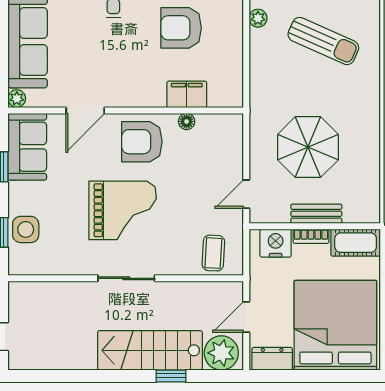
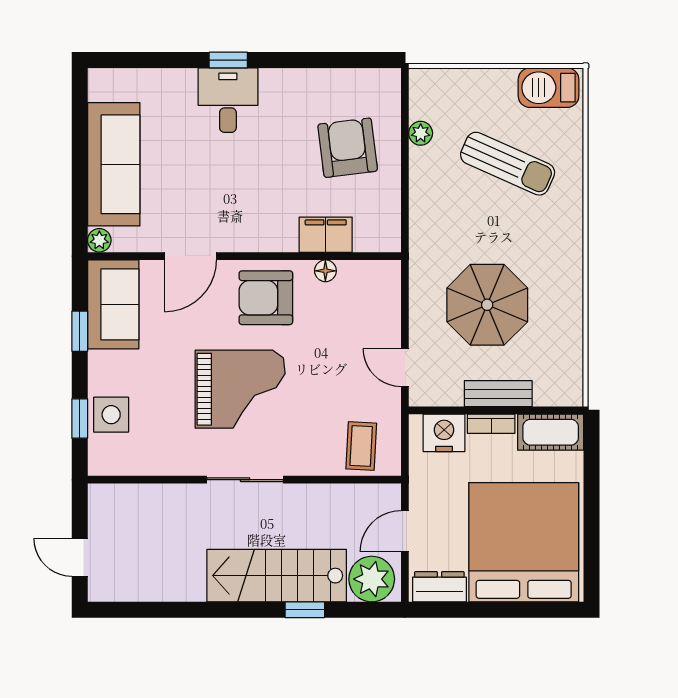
armchair: (181, 28) -> (348, 148), moved, turned 83
door: (246, 194) -> (405, 368), hinge flipped

